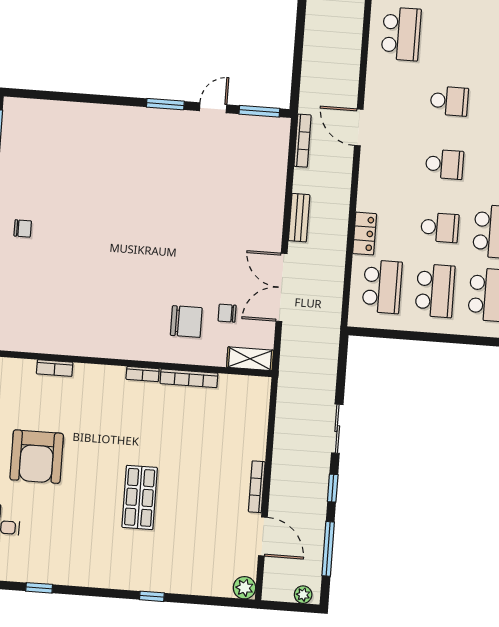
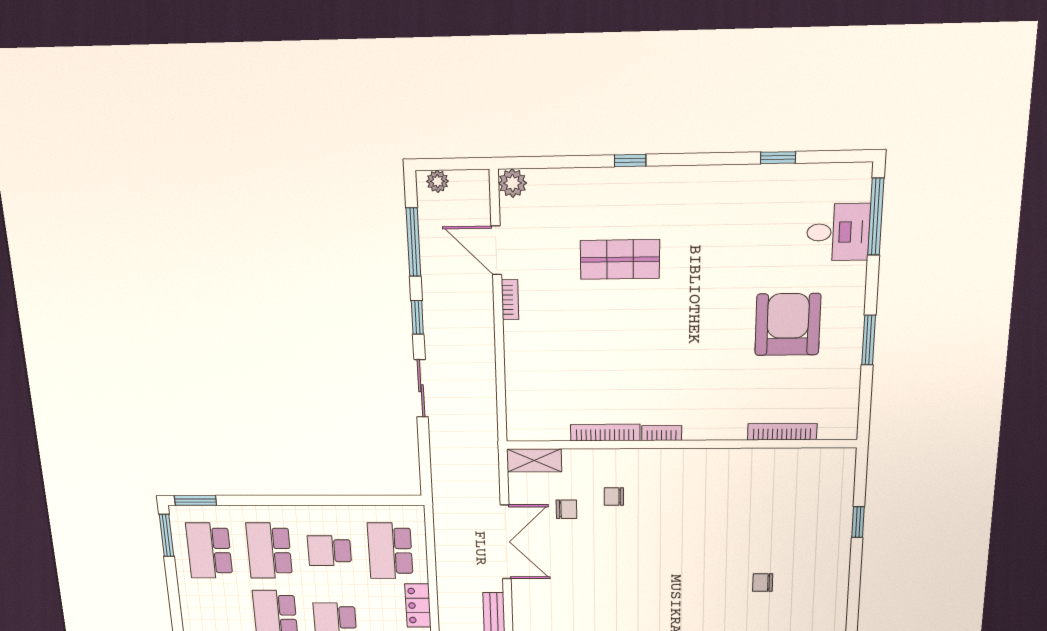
chair: (23, 228) -> (763, 583), moved
school desk: (435, 291) -> (329, 551), width x0.54
chair: (186, 322) -> (614, 497), width x0.54, depth x0.54
bookcase: (55, 368) -> (782, 432), width x1.56
bookcase: (257, 487) -> (510, 300), width x0.64
shop shelf: (140, 497) -> (620, 259), moved, turned 90

